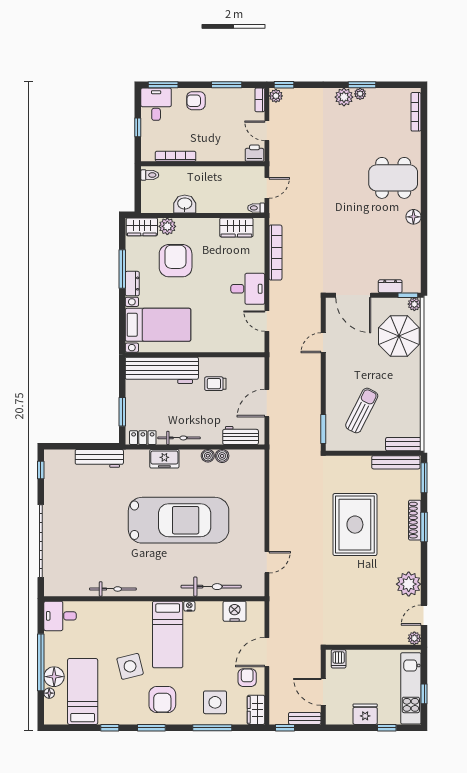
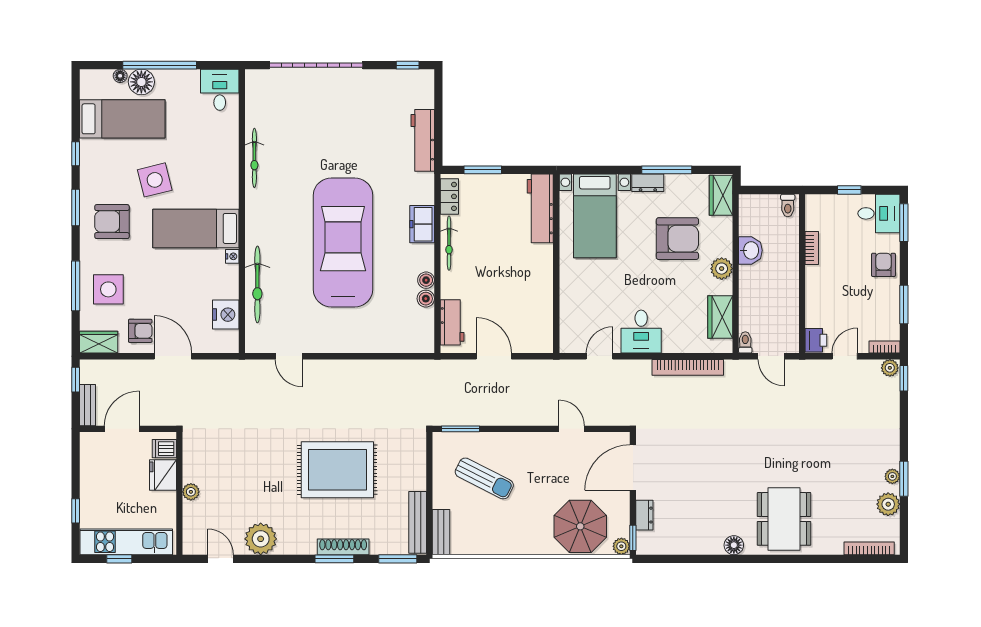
plant: (344, 97) -> (888, 504), moved
bookcase: (176, 156) -> (812, 248), width x0.64
plant: (167, 226) -> (722, 269), moved
workbench: (162, 370) -> (540, 208), width x0.73, depth x0.76
trolley: (215, 384) -> (519, 290), removed
car: (179, 520) -> (343, 242), turned 180
plant: (414, 638) -> (191, 492), moved
fridge: (365, 714) -> (163, 475), moved, turned 180

